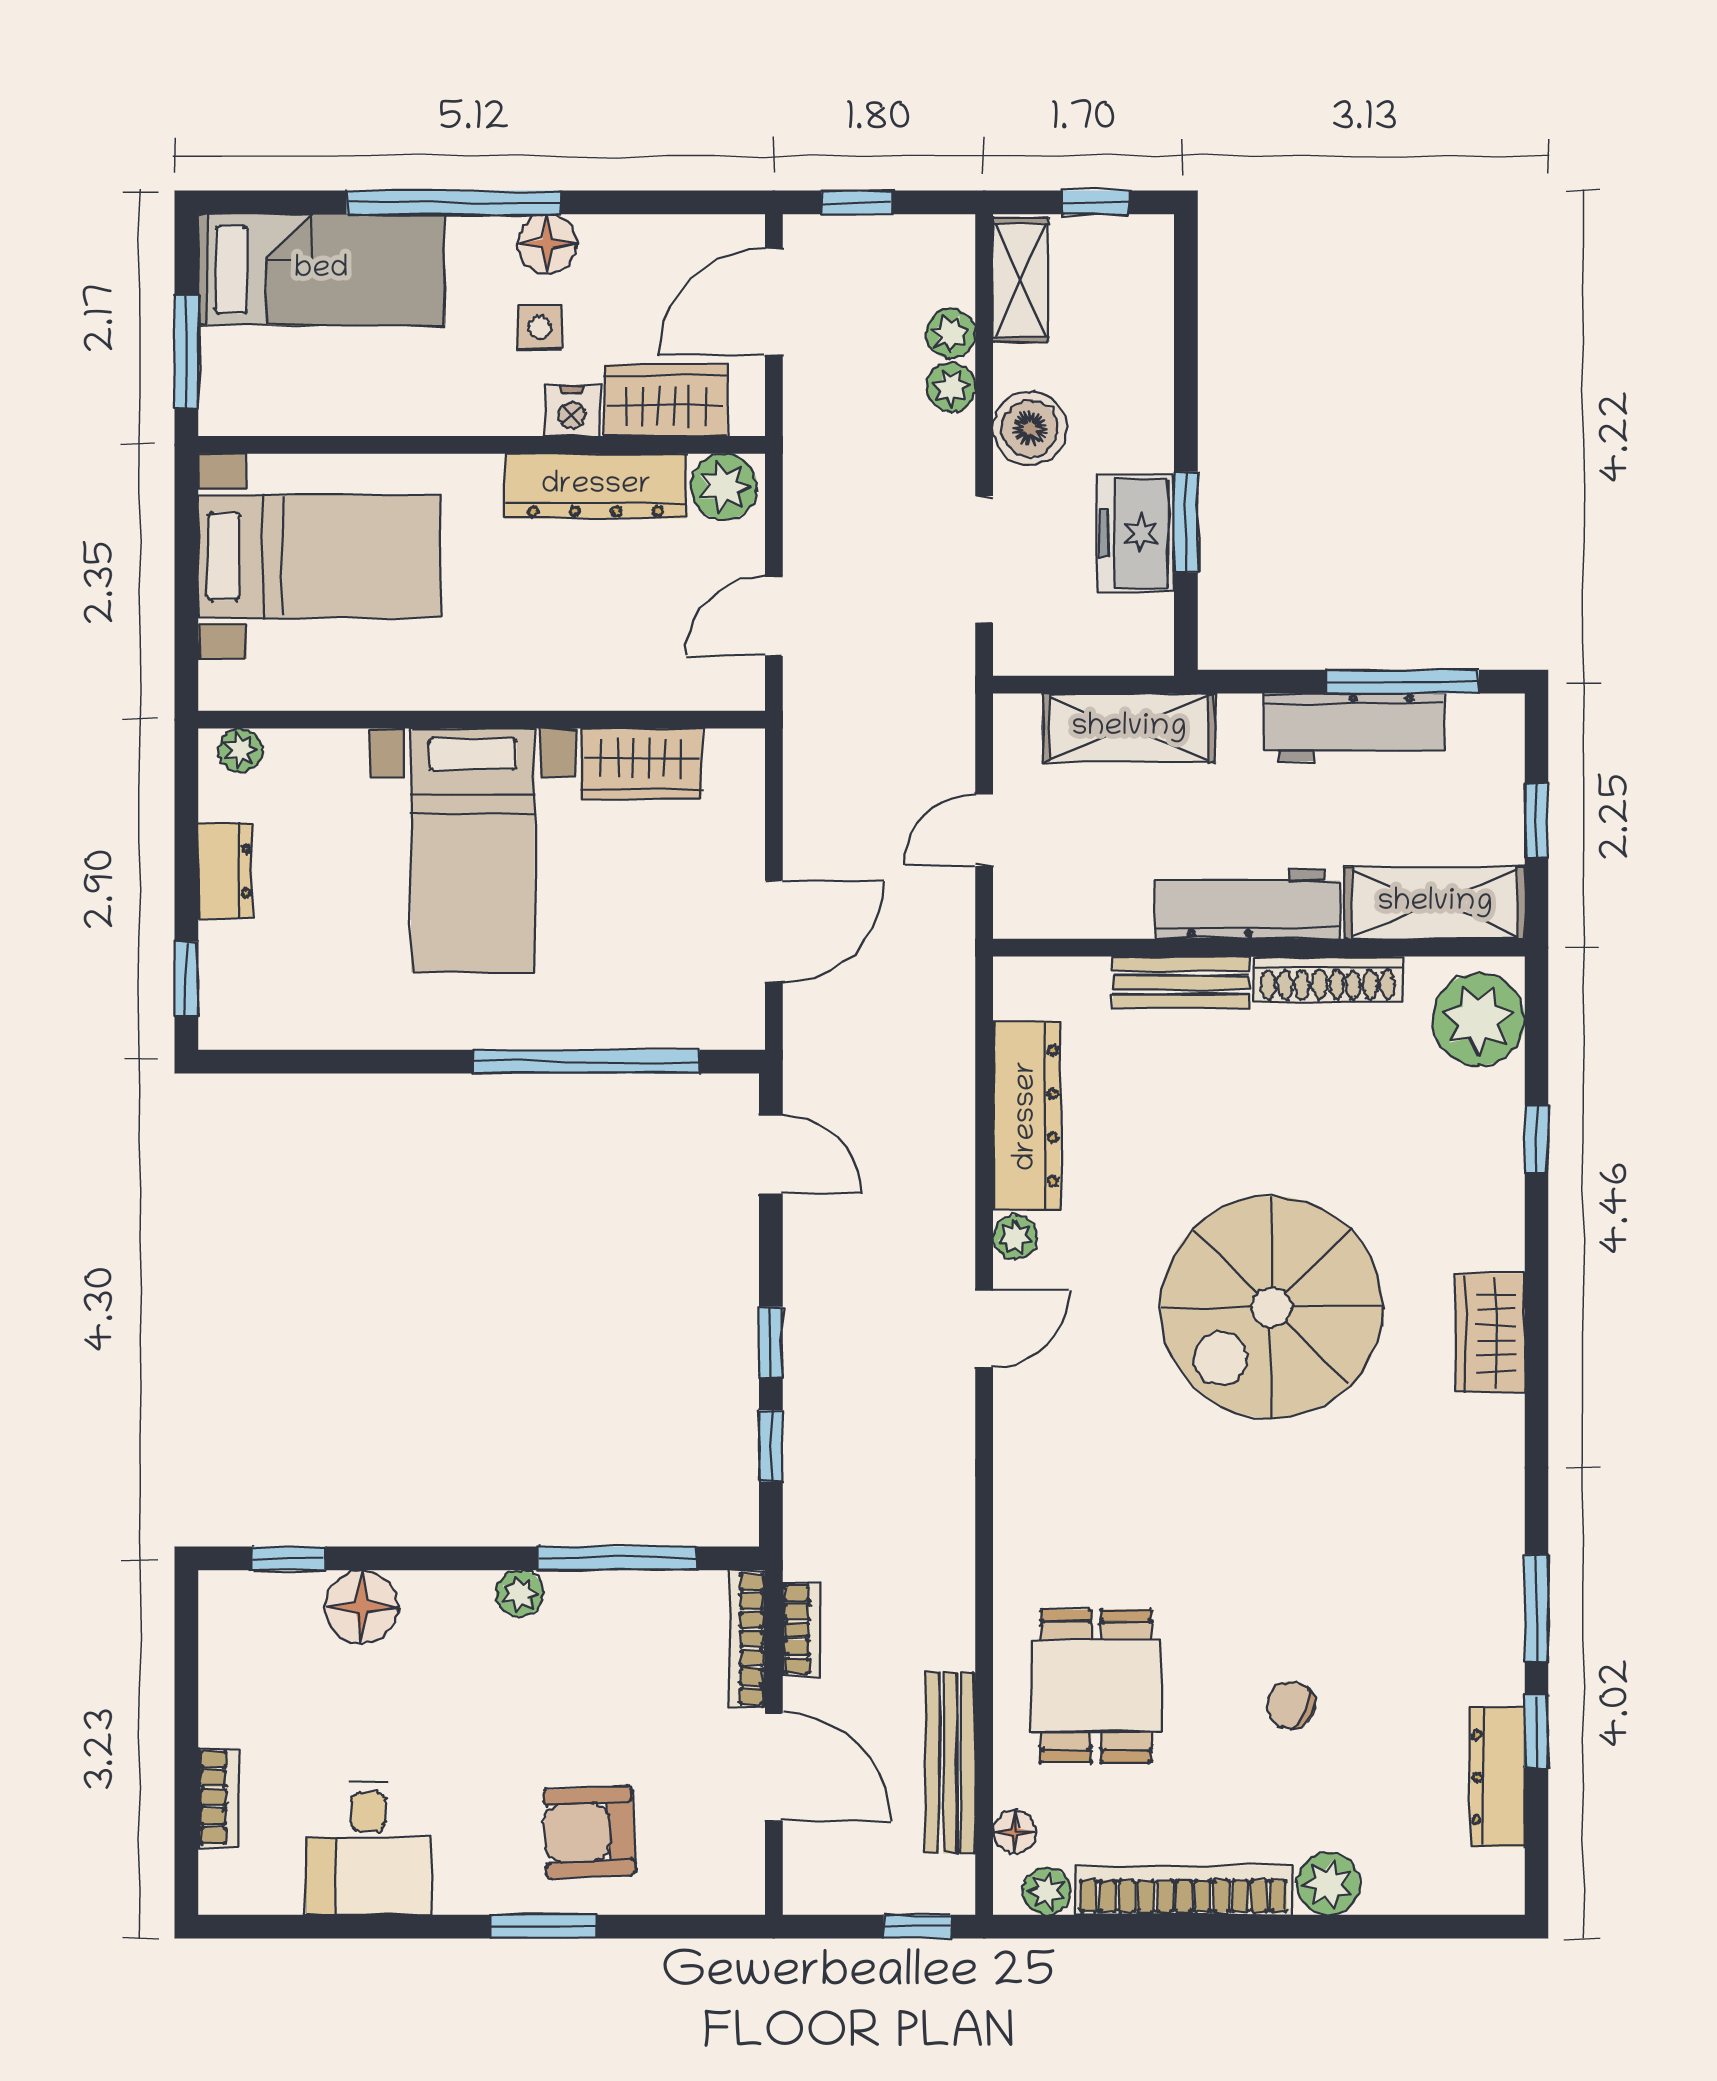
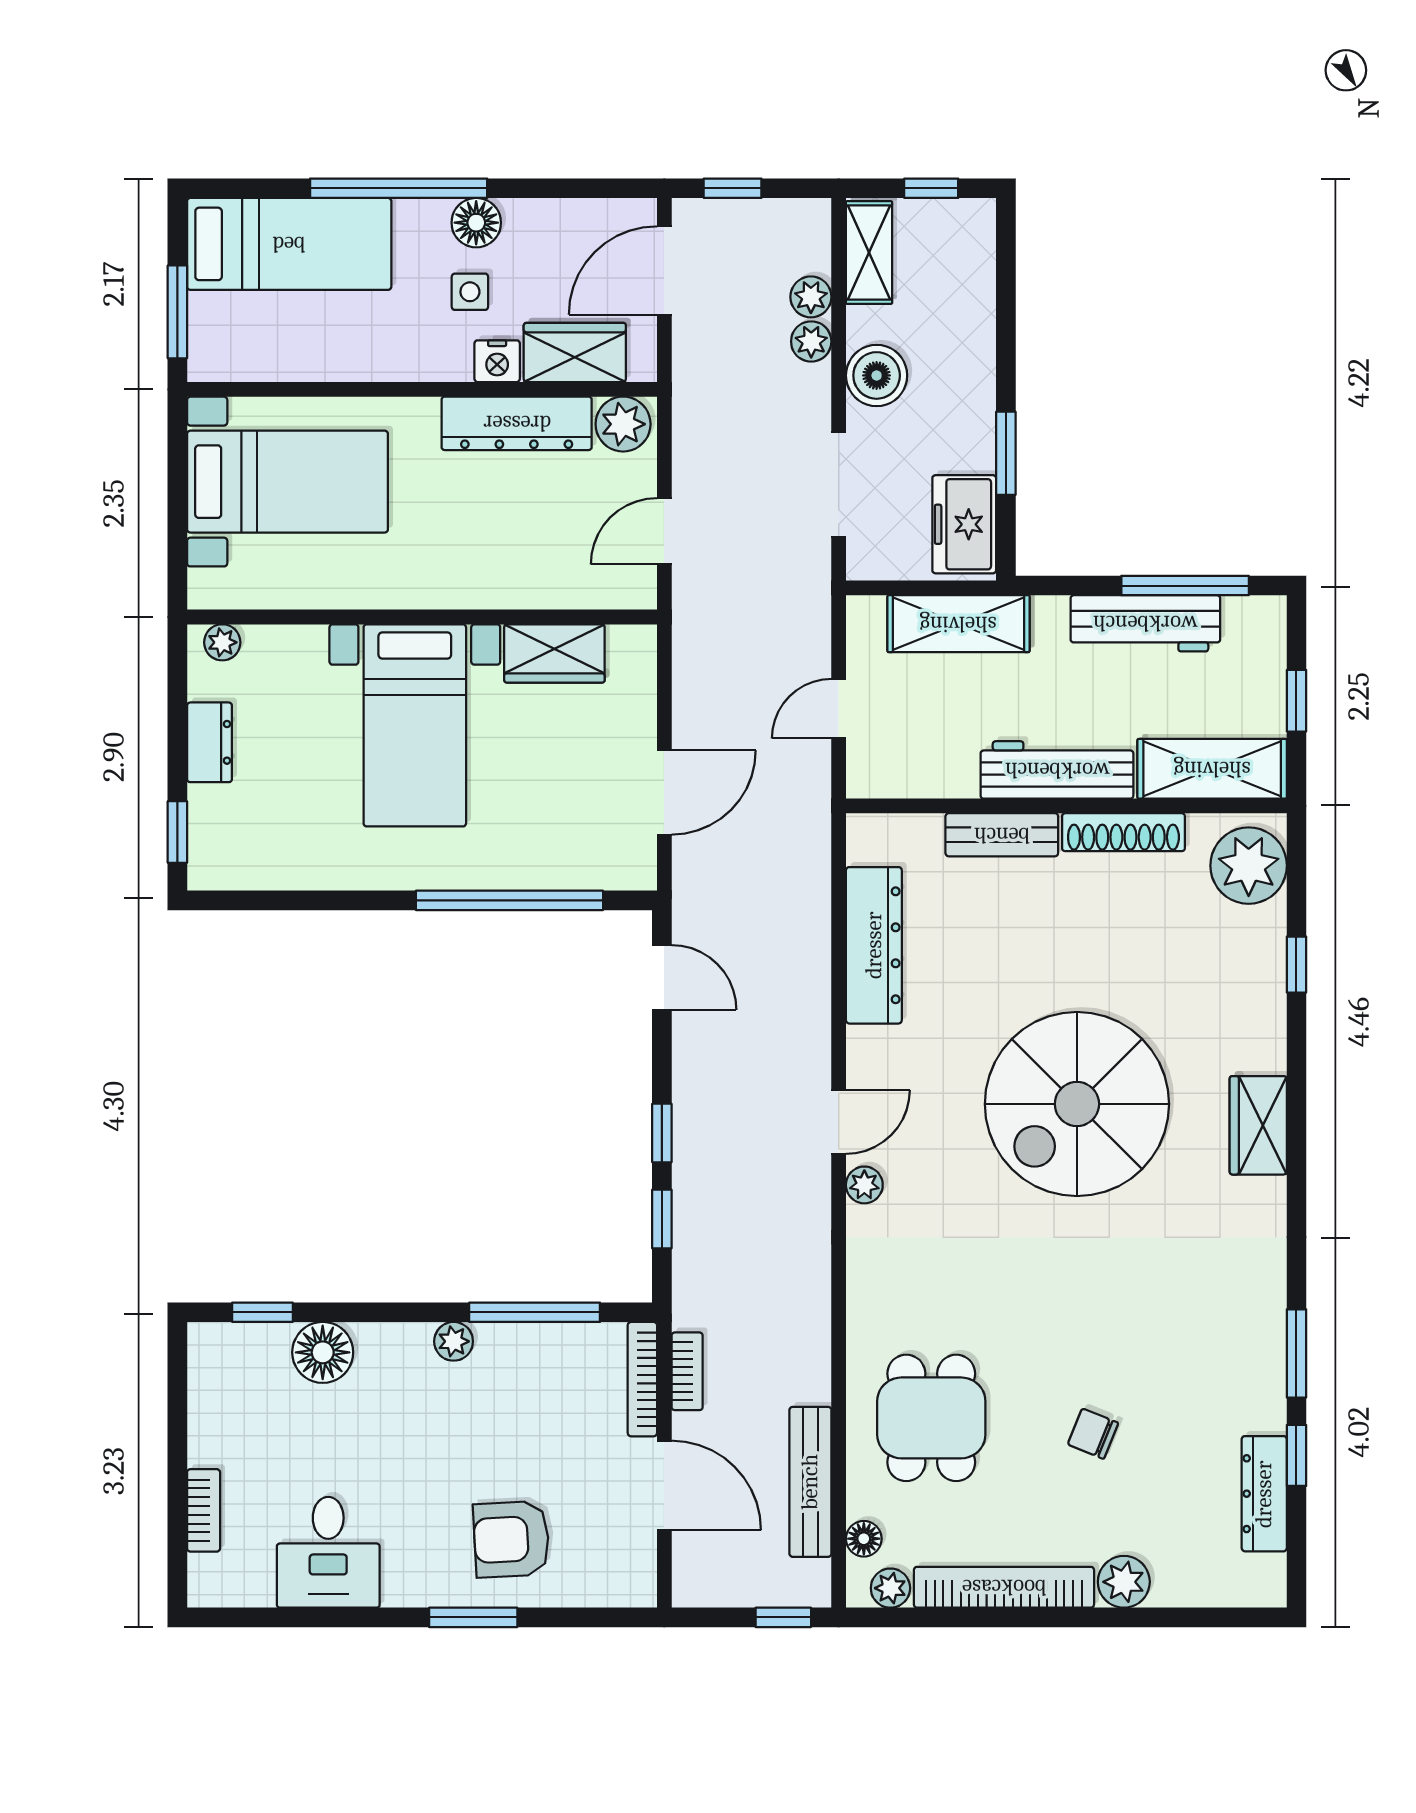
freezer: (1136, 533) -> (964, 524), moved
plant: (1015, 1237) -> (864, 1185), moved

